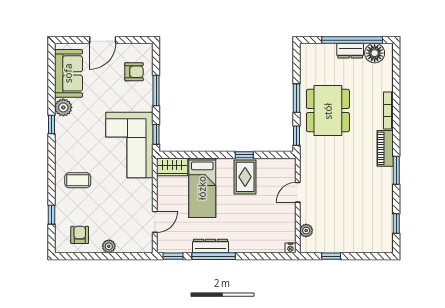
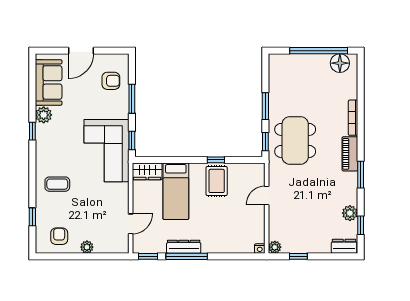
dresser: (350, 51) -> (344, 246), moved, turned 180
dining table: (328, 111) -> (295, 140), moved
plant: (385, 211) -> (350, 213), added
plant: (306, 231) -> (275, 247), moved

